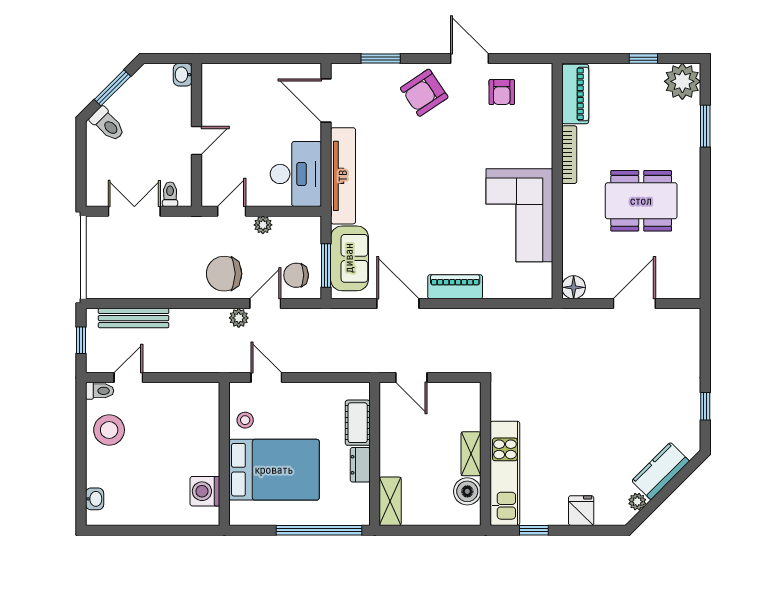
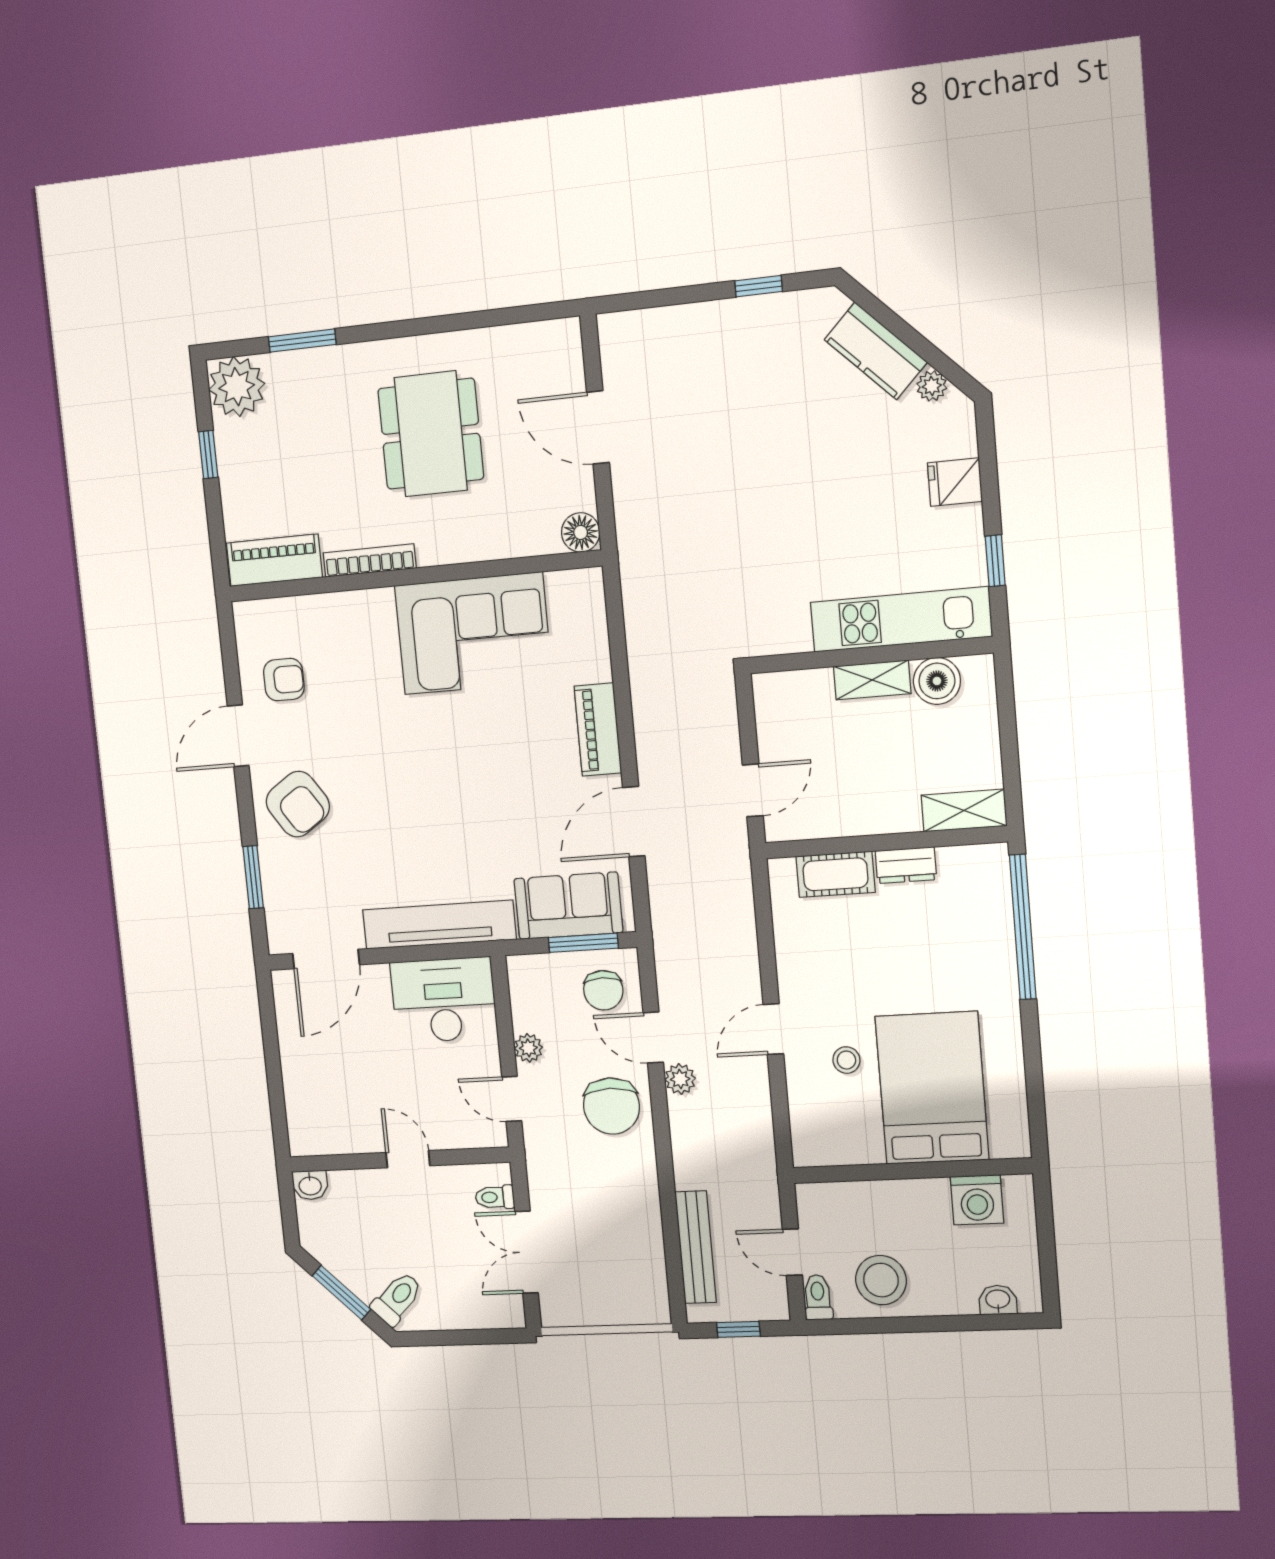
wall: (224, 454) -> (912, 1171), moved
bed: (274, 470) -> (932, 1088), moved
washing machine: (205, 491) -> (977, 1200), moved

